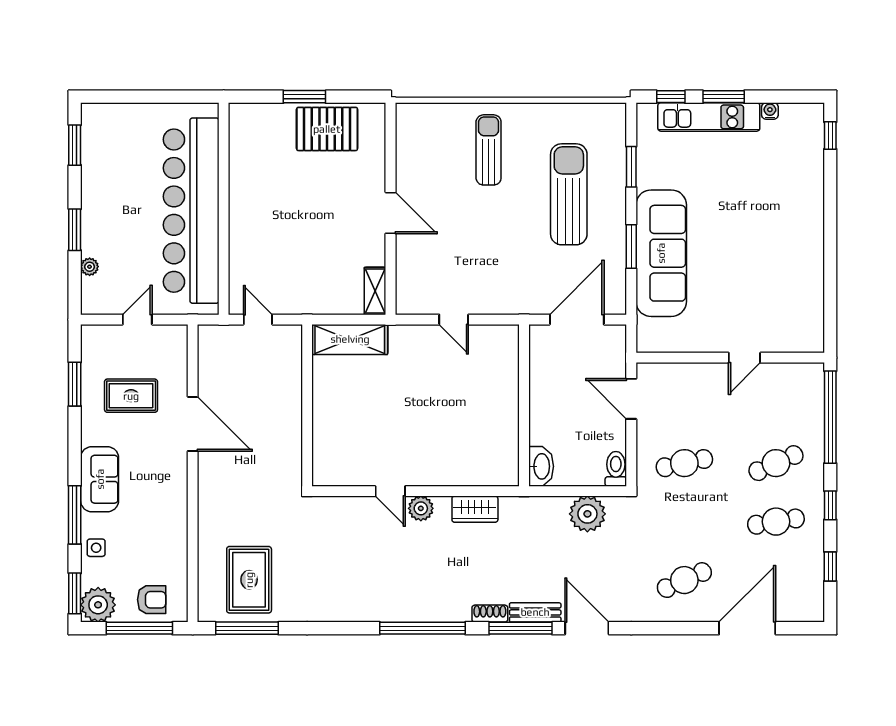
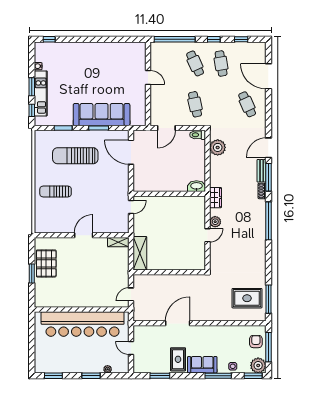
rug: (131, 396) -> (178, 359), moved
wall: (524, 405) -> (169, 194), moved
washbasin: (541, 466) -> (196, 186), moved

